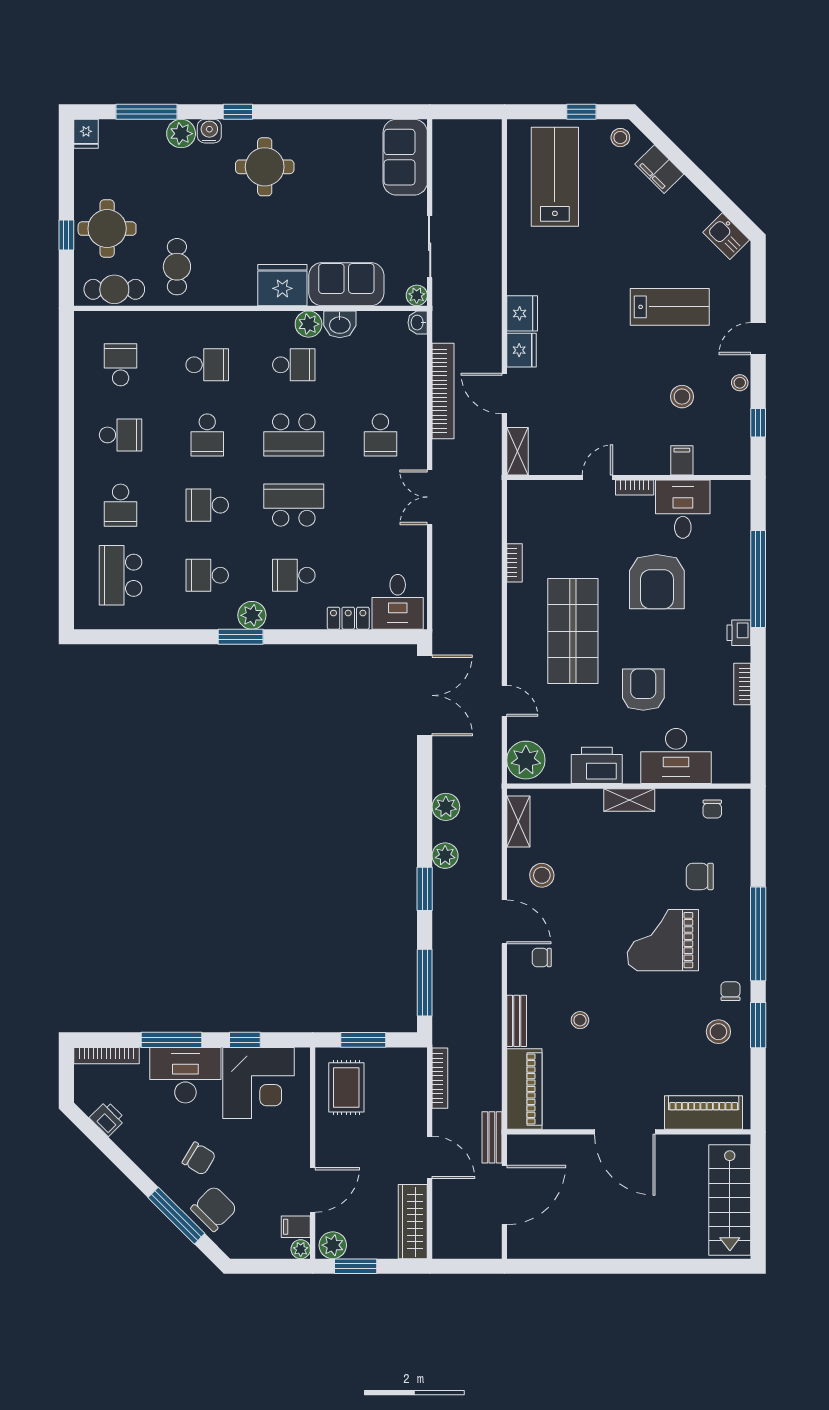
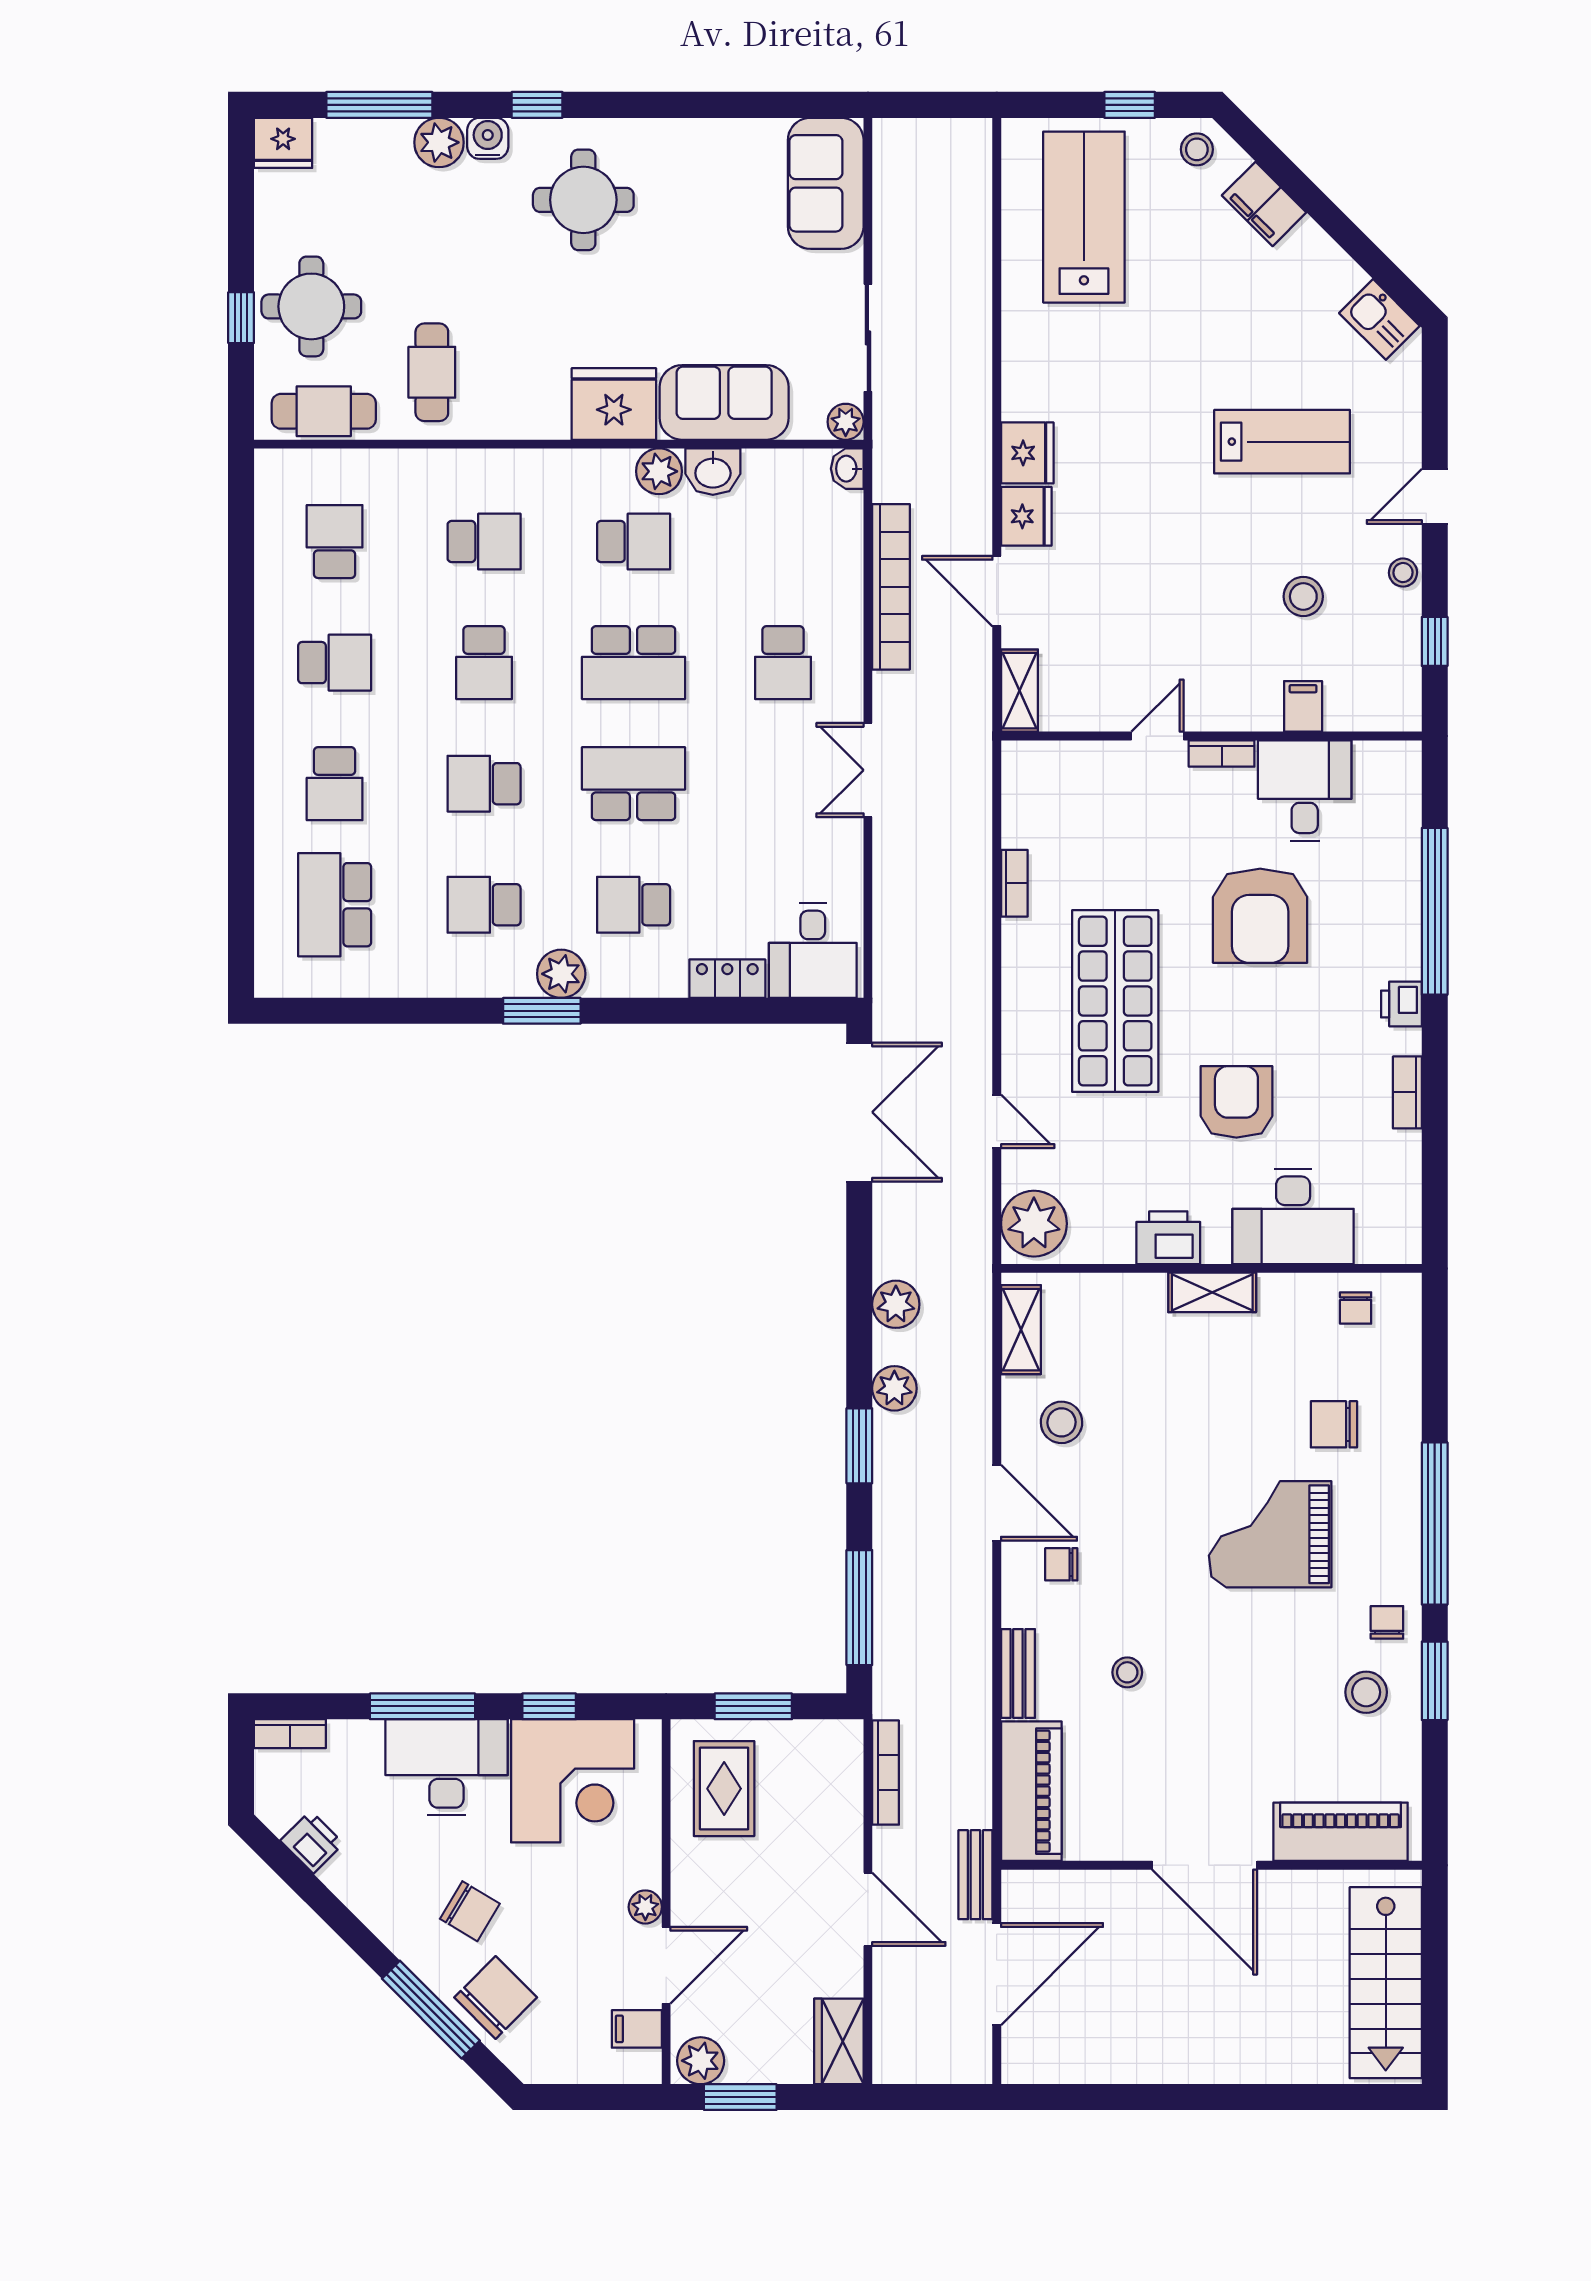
fridge: (86, 134) -> (283, 143), width x1.38
printer: (597, 765) -> (1168, 1238), width x0.73, depth x0.84
bookcase: (106, 1056) -> (290, 1734), width x0.64
wardrobe: (413, 1222) -> (839, 2041), width x0.67
plant: (301, 1249) -> (645, 1907), moved

